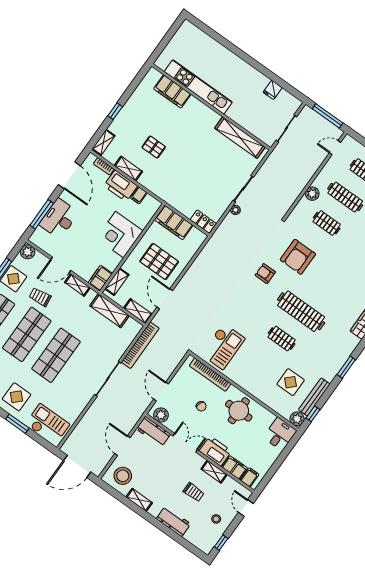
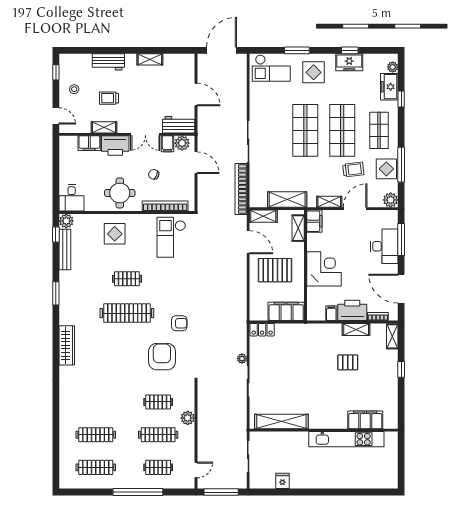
display table: (291, 382) -> (115, 234), moved
stool: (123, 476) -> (178, 70), removed
filing cabinet: (250, 477) -> (167, 144), moved

